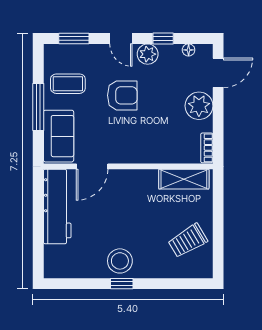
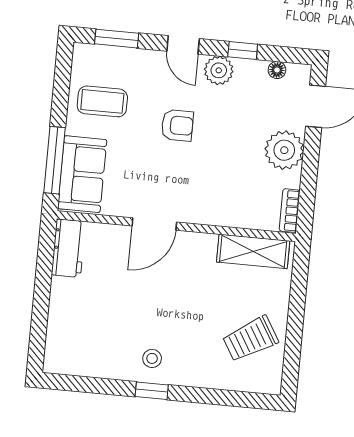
armchair: (122, 95) -> (177, 125), width x0.72, depth x0.72
window: (38, 107) -> (55, 160), moved
door: (92, 166) -> (154, 224), moved
workbench: (57, 206) -> (68, 248), width x0.53, depth x0.76
stool: (120, 261) -> (152, 358), width x0.53, depth x0.53

